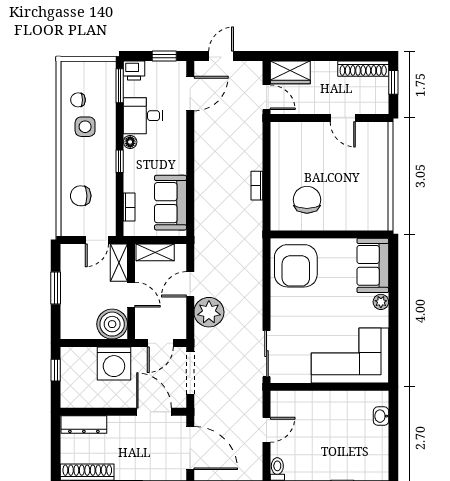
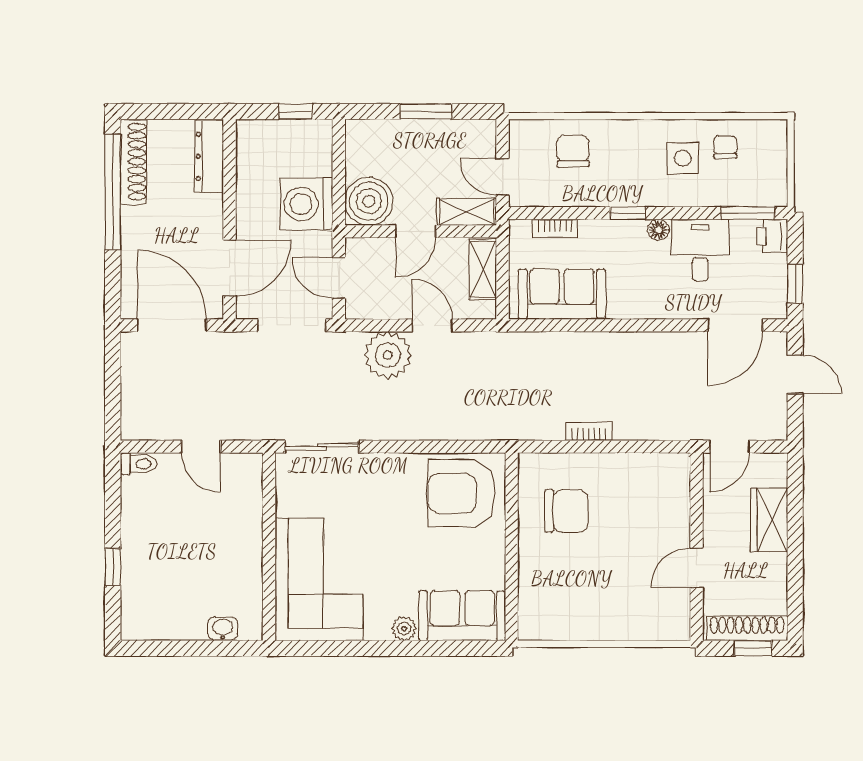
shoe rack: (363, 69) -> (747, 628), moved, turned 90
wardrobe: (290, 72) -> (769, 520), moved
door: (190, 94) -> (735, 325), hinge flipped
door: (190, 448) -> (172, 325), swing flipped

